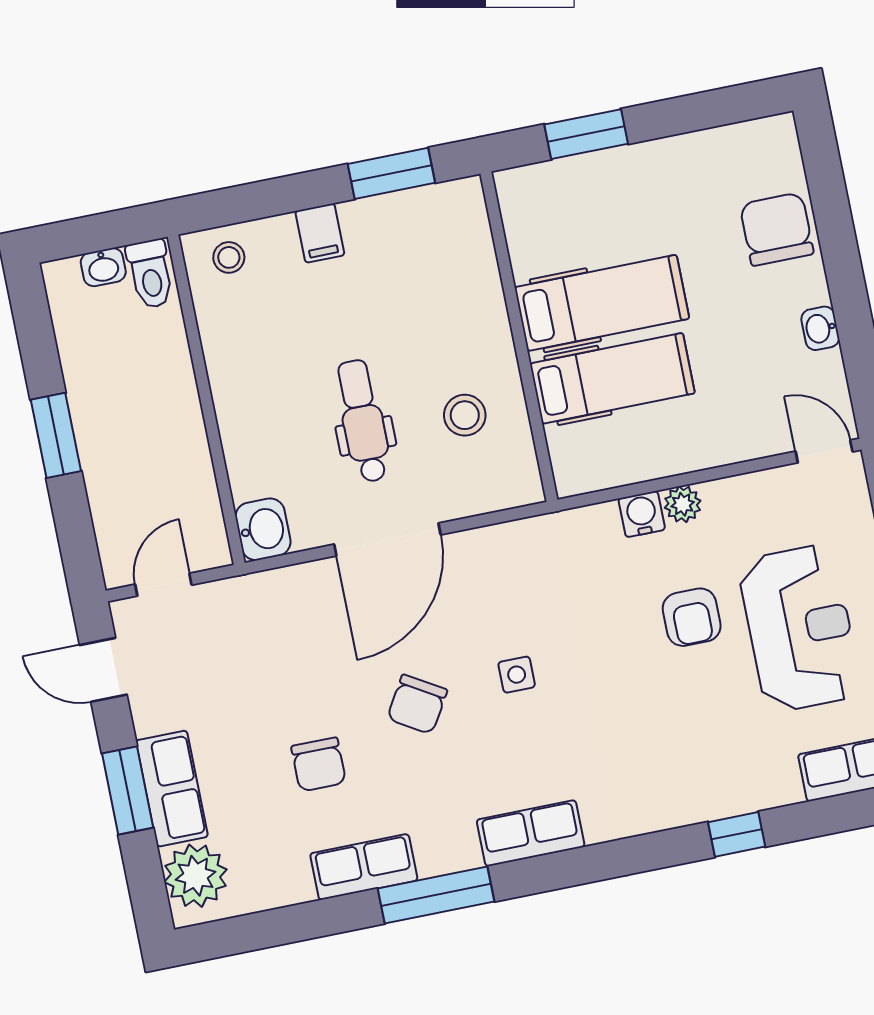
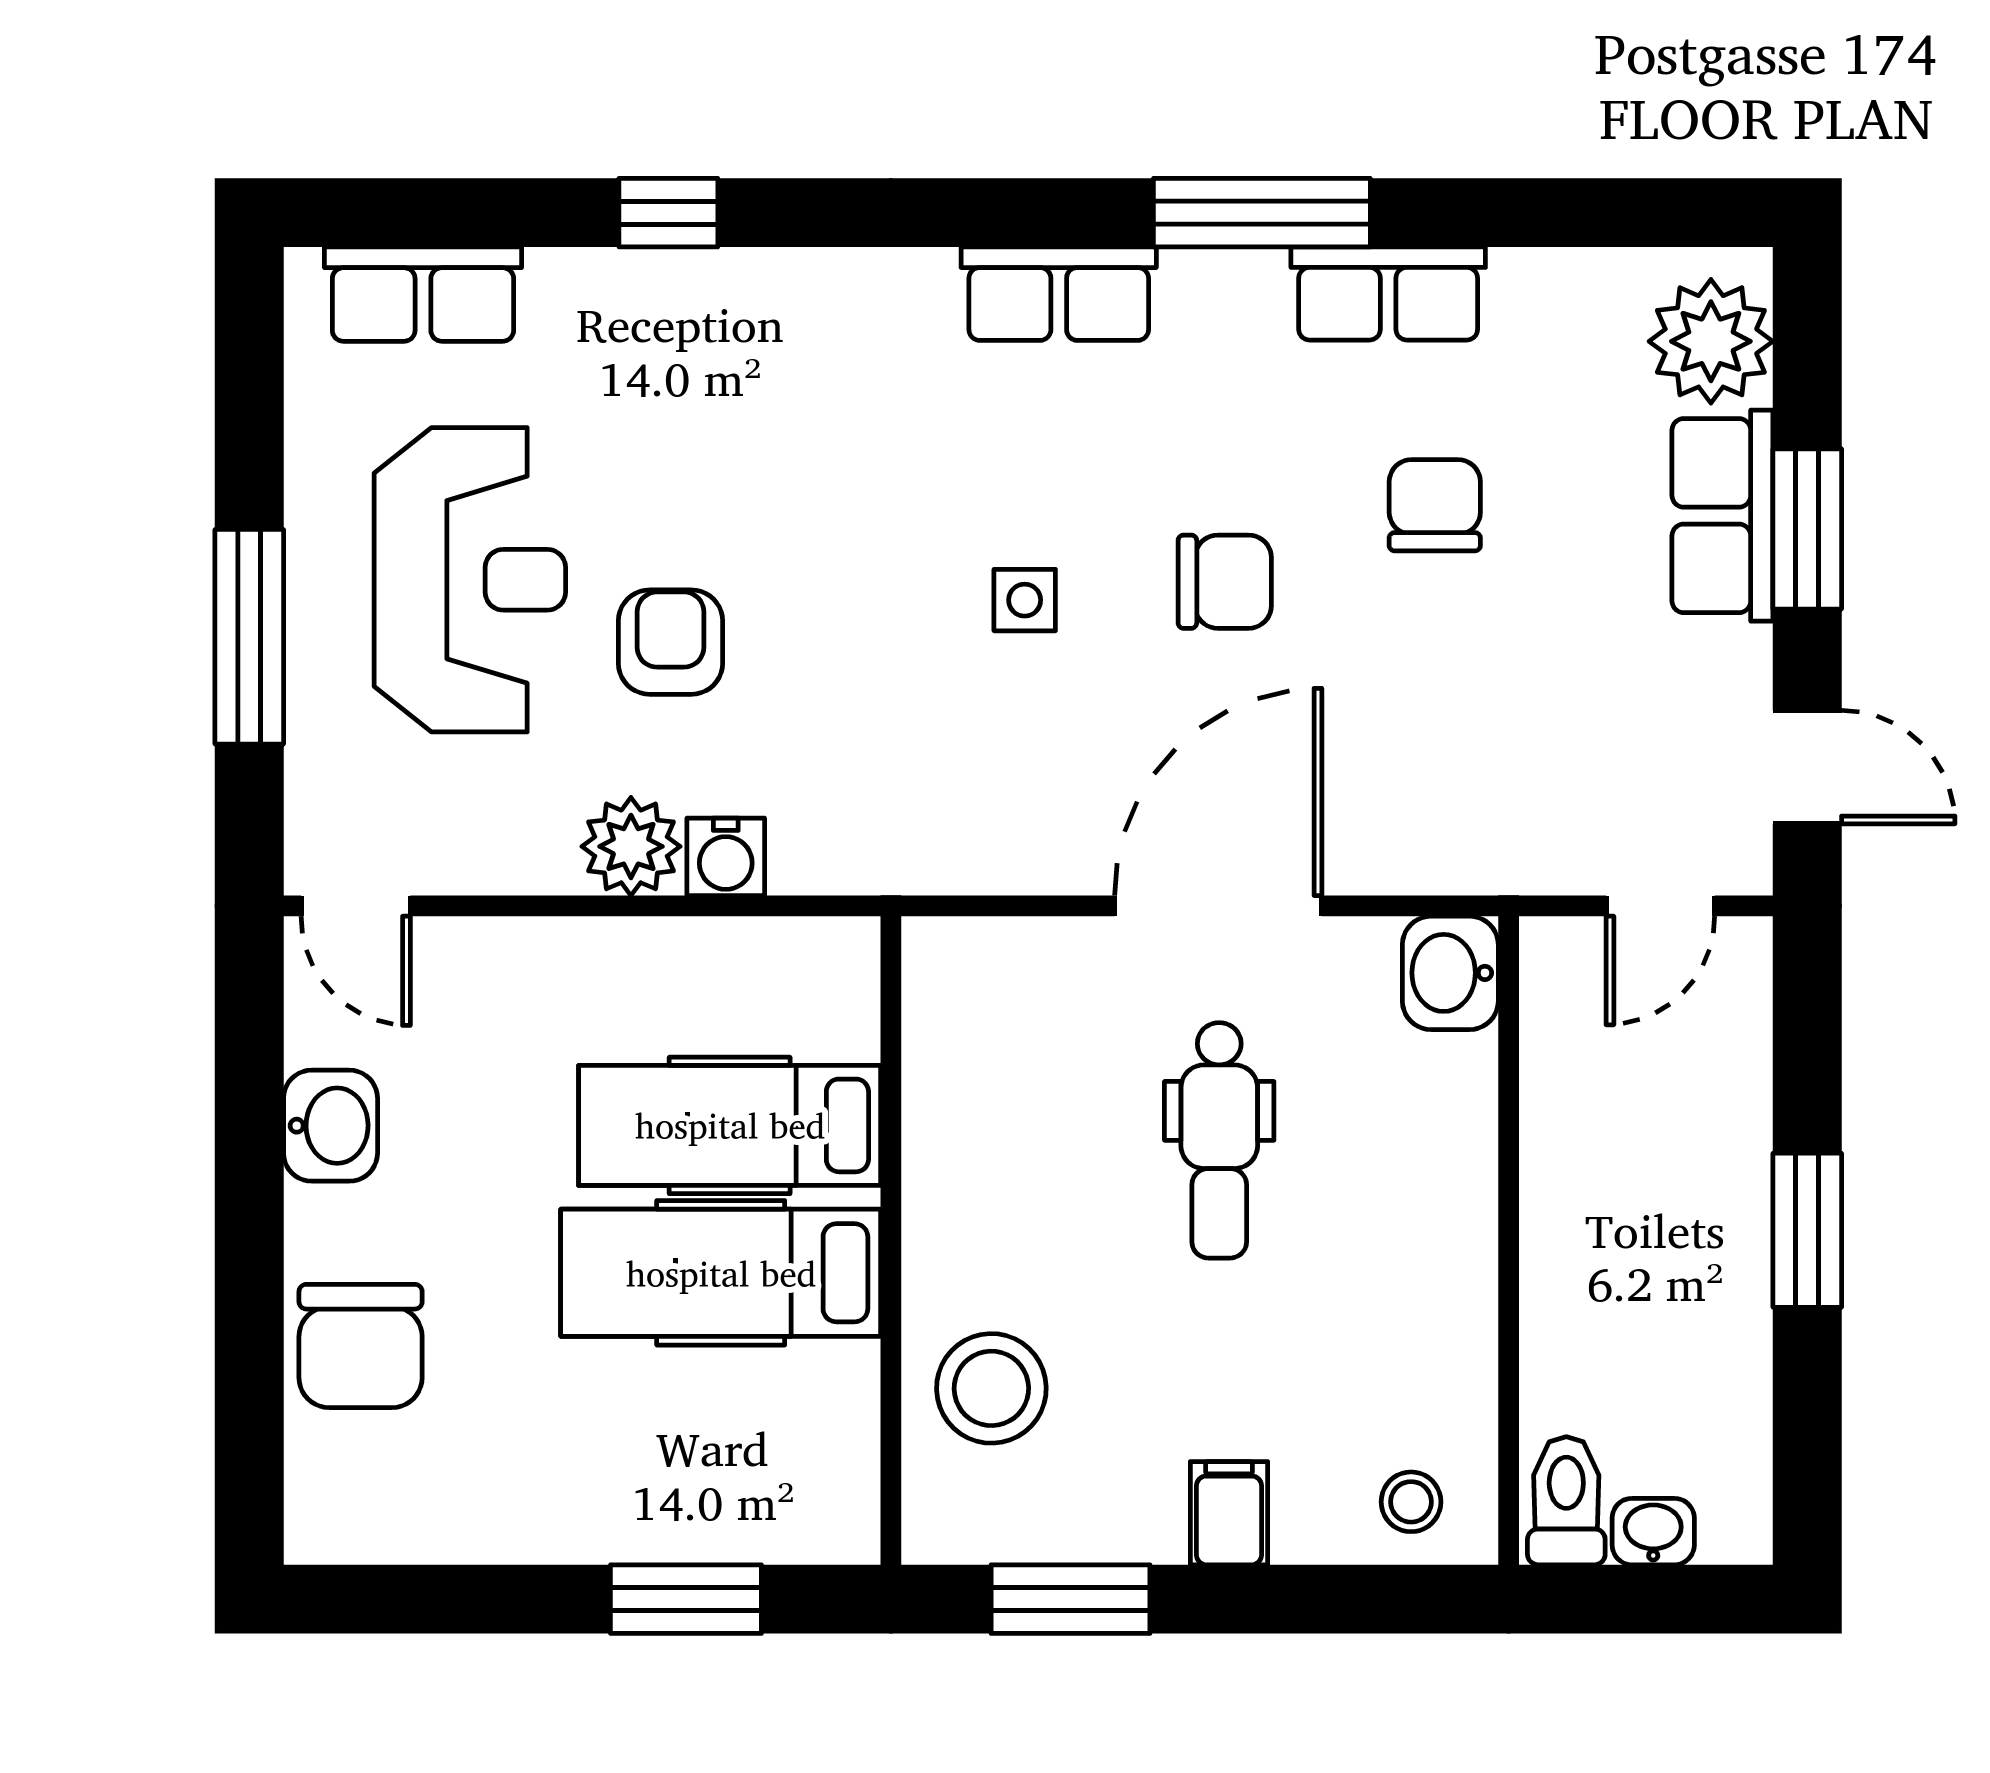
washbasin: (820, 328) -> (331, 1126), width x1.38, depth x1.45
stool: (465, 415) -> (991, 1388), moved, width x1.38, depth x1.38
plant: (683, 504) -> (631, 846), width x1.38, depth x1.38
reception desk: (800, 628) -> (470, 580), turned 180
chair: (417, 704) -> (1225, 582), turned 59

